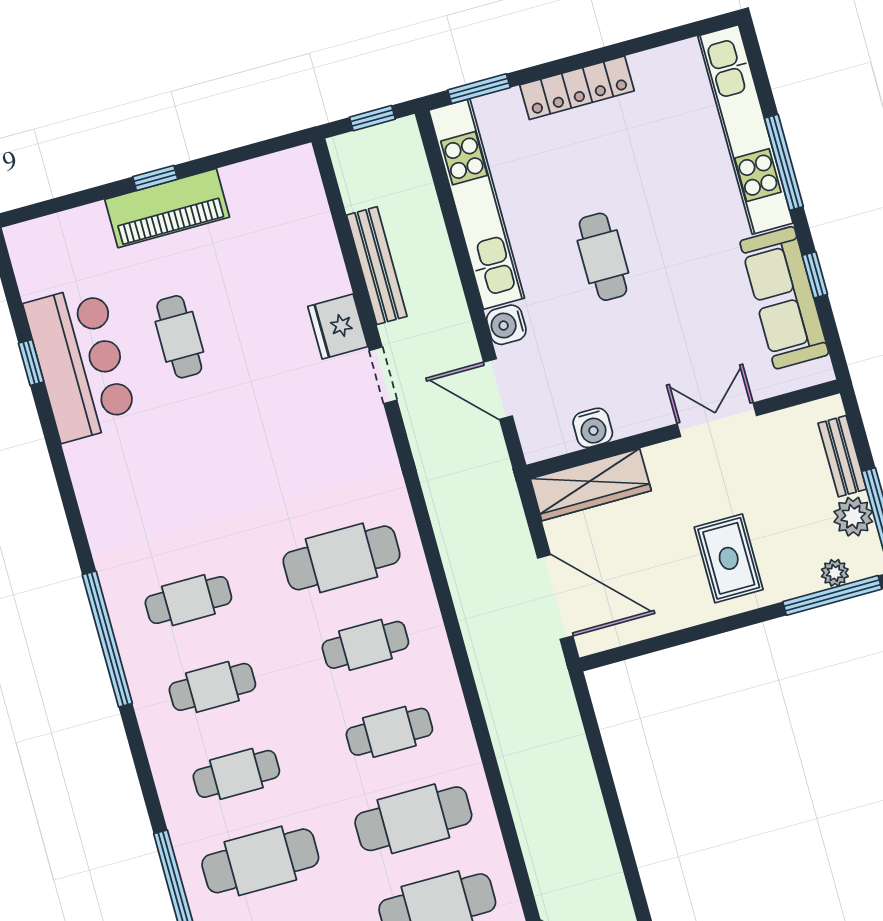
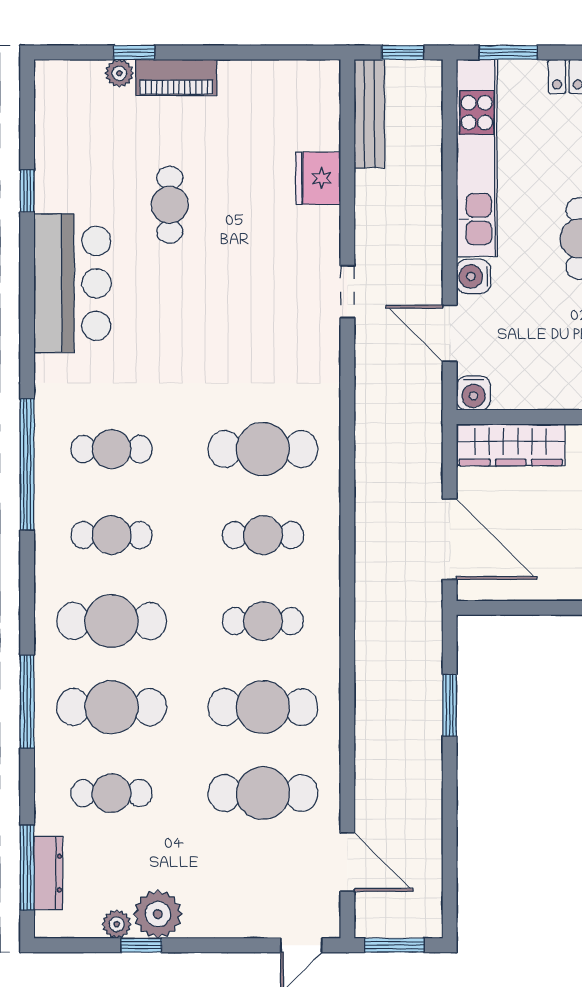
window: (155, 178) -> (134, 52), moved
piano: (167, 208) -> (176, 77), width x0.73, depth x0.75
plant: (92, 218) -> (119, 73), added
bench: (377, 266) -> (369, 114), moved
fridge: (338, 327) -> (318, 178), moved
bar counter: (81, 363) -> (72, 283), moved
water cooler: (593, 428) -> (474, 393), moved
window: (602, 765) -> (450, 705), added
cafe table: (236, 774) -> (112, 621), width x1.37, depth x1.35

